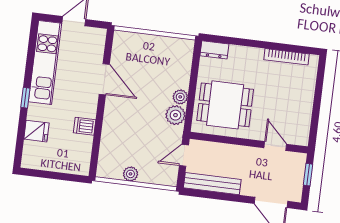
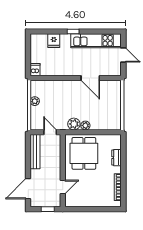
dresser: (214, 50) -> (117, 158), moved
door: (104, 79) -> (90, 78), hinge flipped
dishwasher: (85, 126) -> (35, 70), moved

